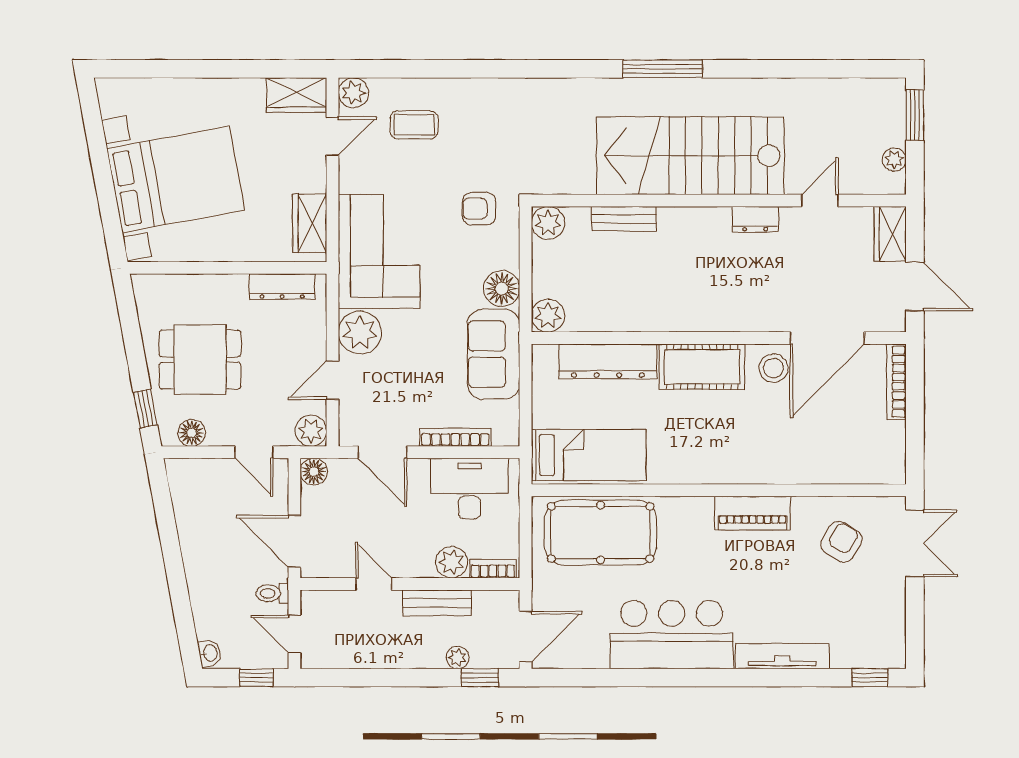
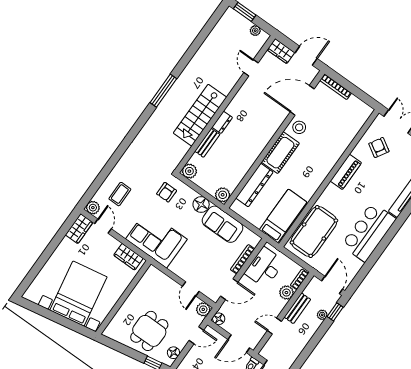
stairs: (690, 156) -> (200, 115), width x0.73, depth x0.66
dresser: (755, 219) -> (222, 122), moved
dresser: (282, 287) -> (144, 283), removed
plant: (360, 333) -> (181, 267), removed
door: (827, 338) -> (302, 100), swing flipped

